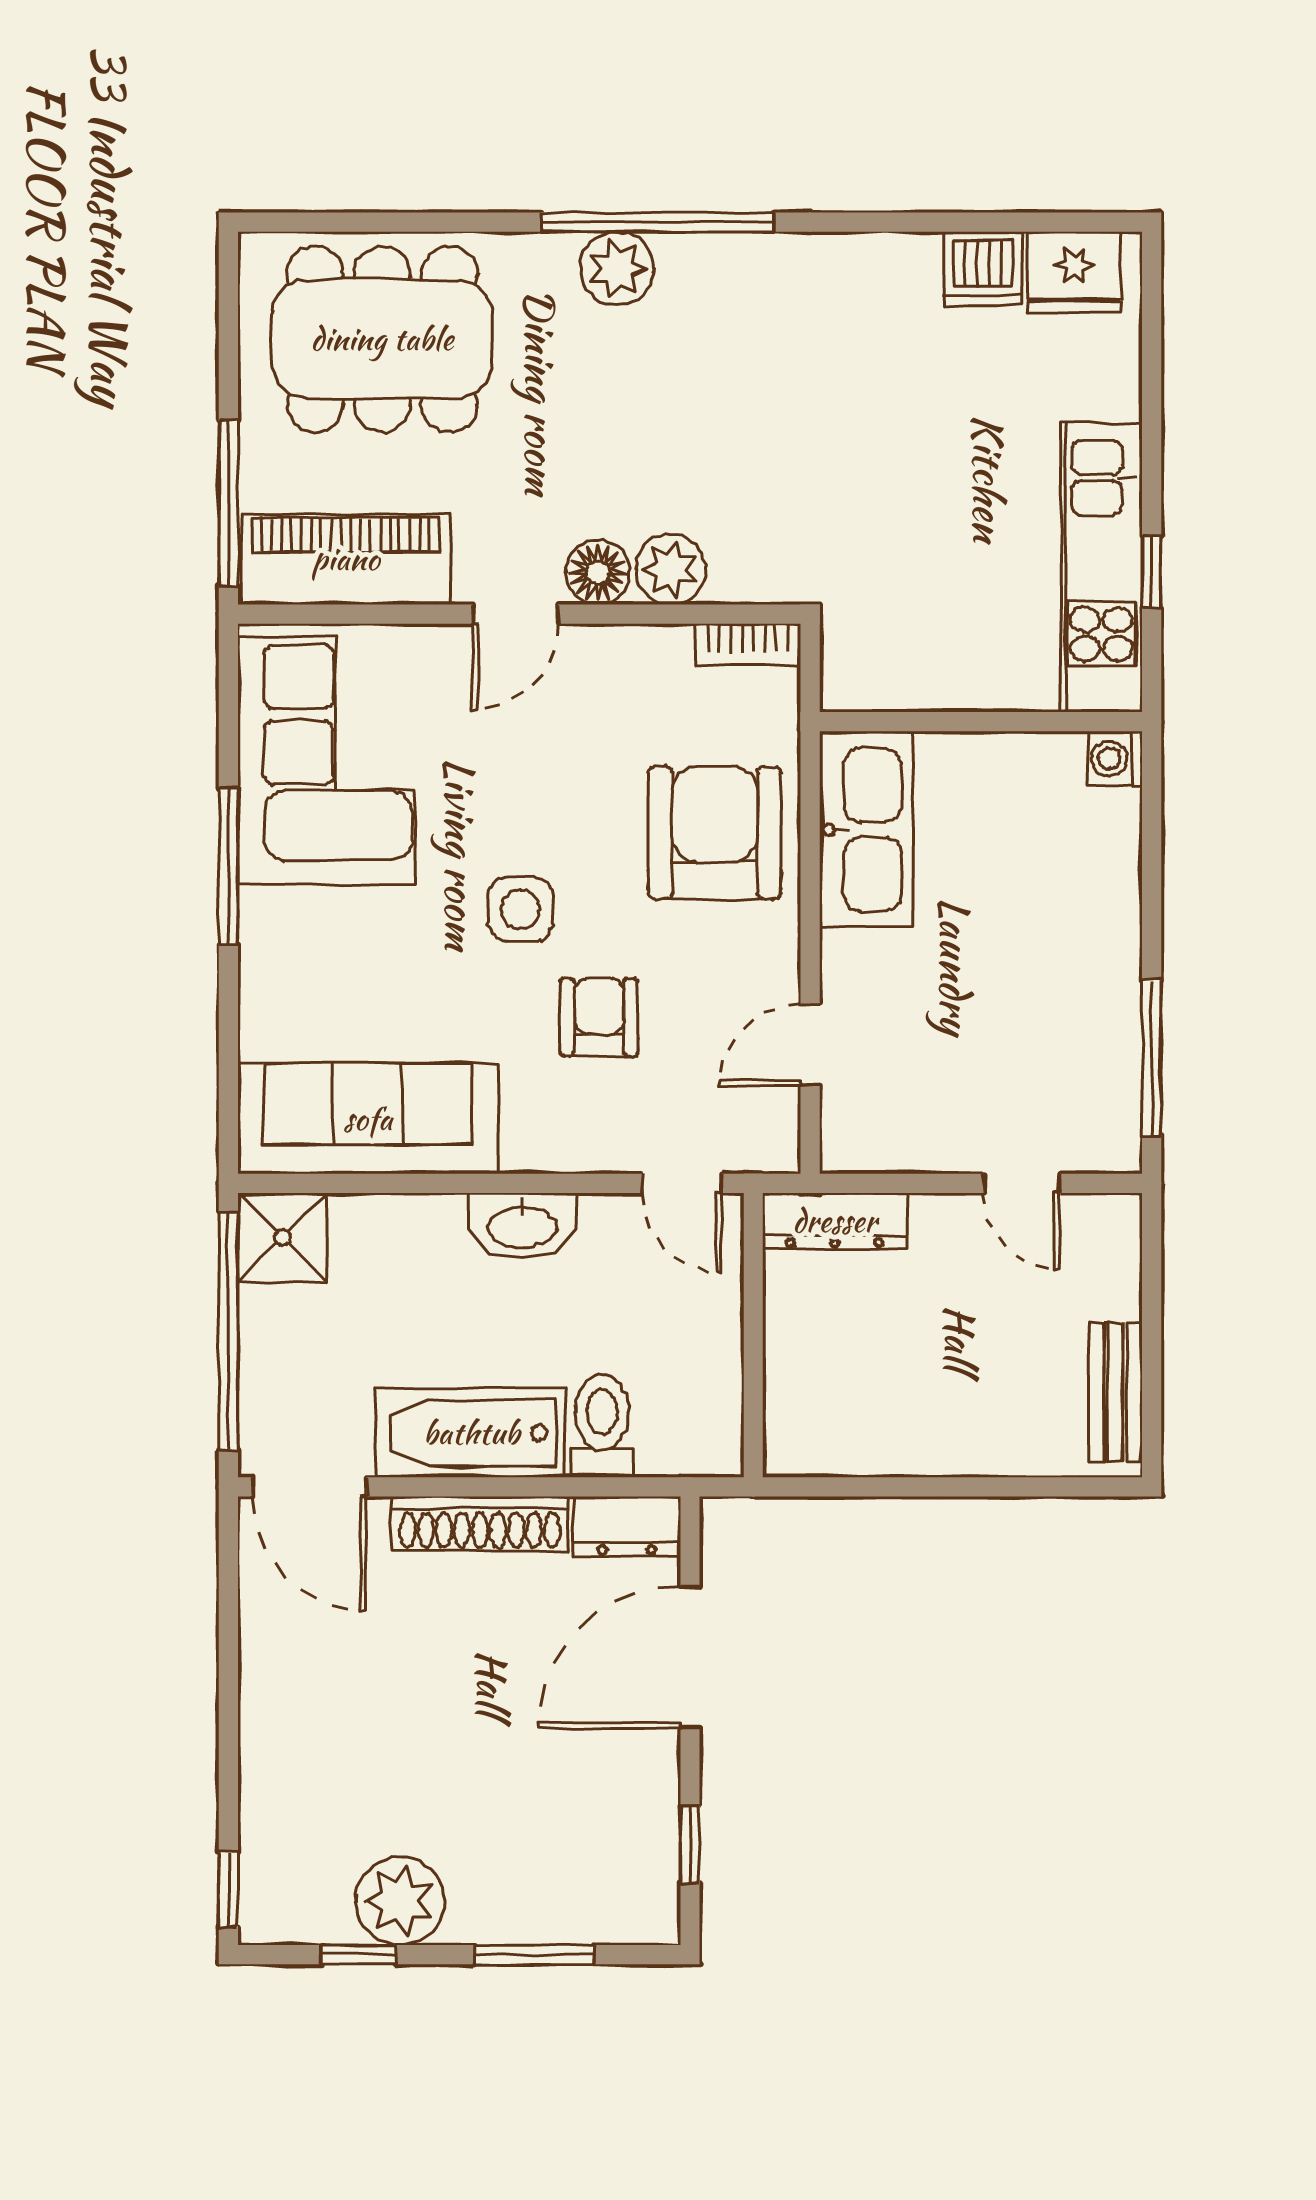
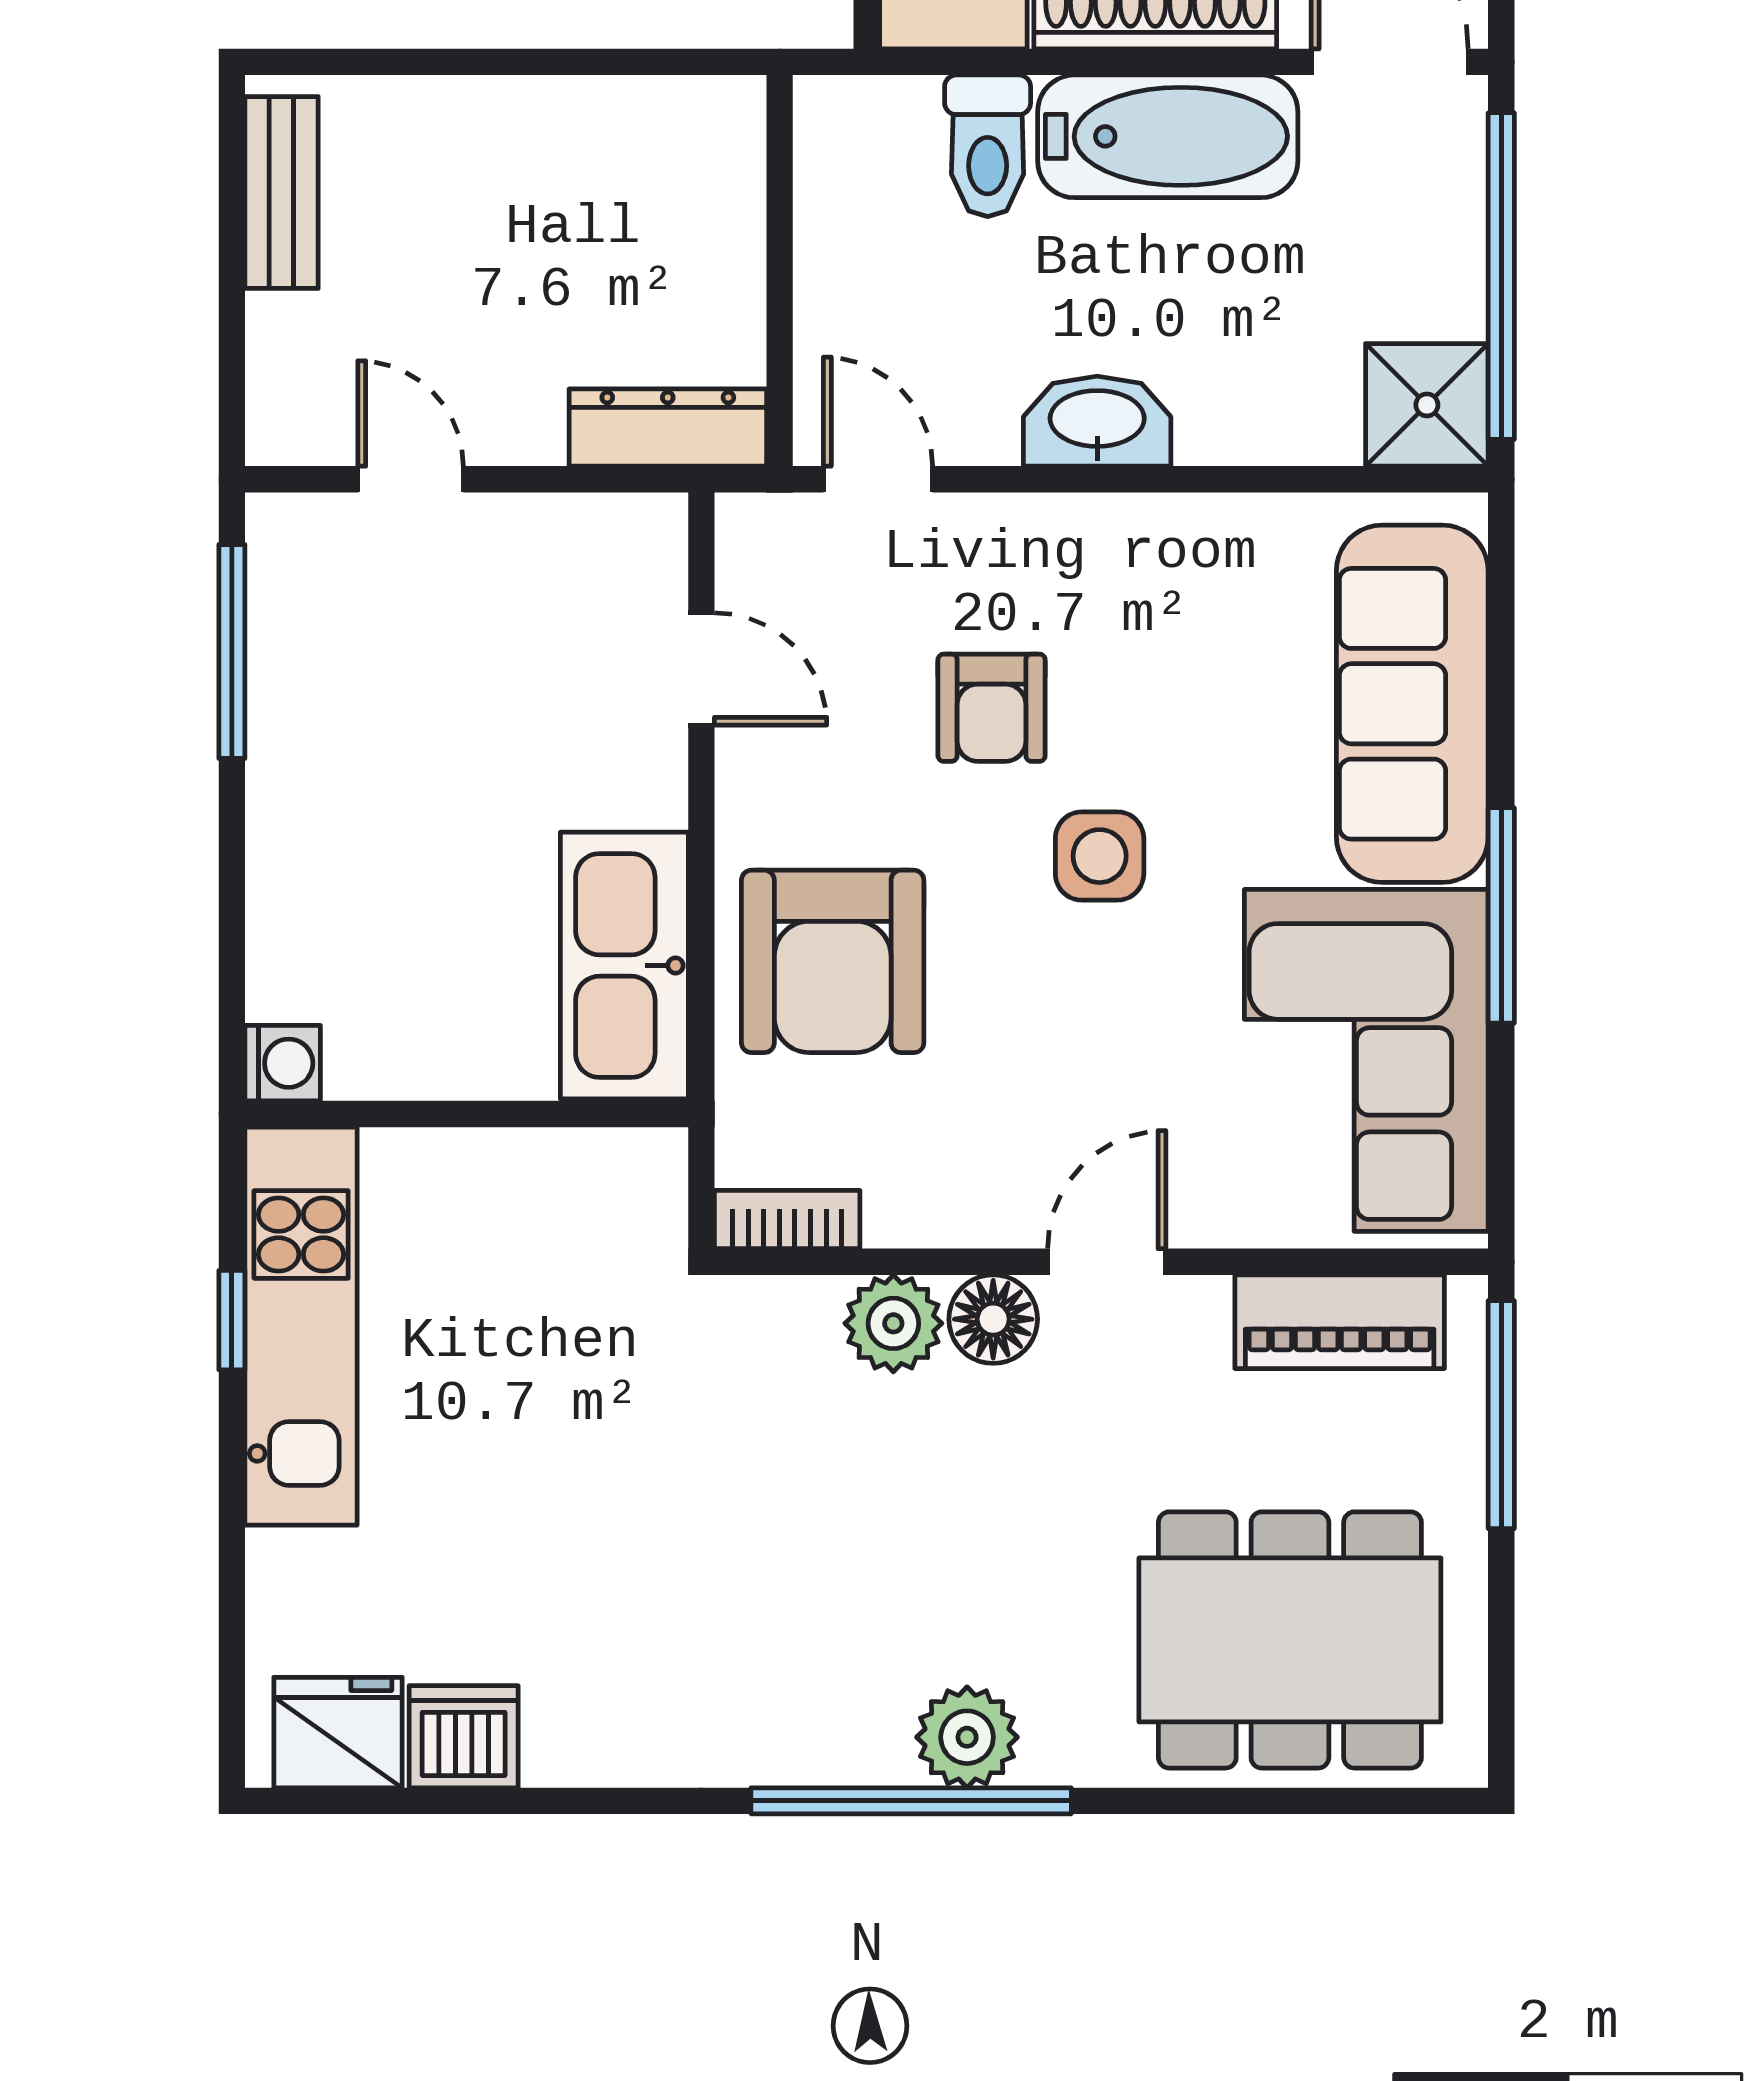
piano: (346, 559) -> (1340, 1322), width x0.73, depth x0.75
door: (810, 1045) -> (701, 669), hinge flipped
sofa: (368, 1119) -> (1412, 704), moved, turned 90

